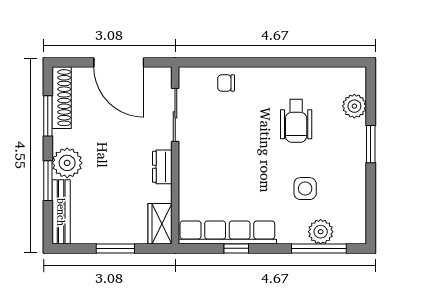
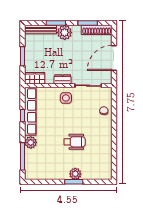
plant: (354, 106) -> (75, 174), moved
wheelchair: (296, 121) -> (75, 142), moved, turned 180
side table: (305, 189) -> (66, 98), moved
plant: (321, 232) -> (31, 142), moved

